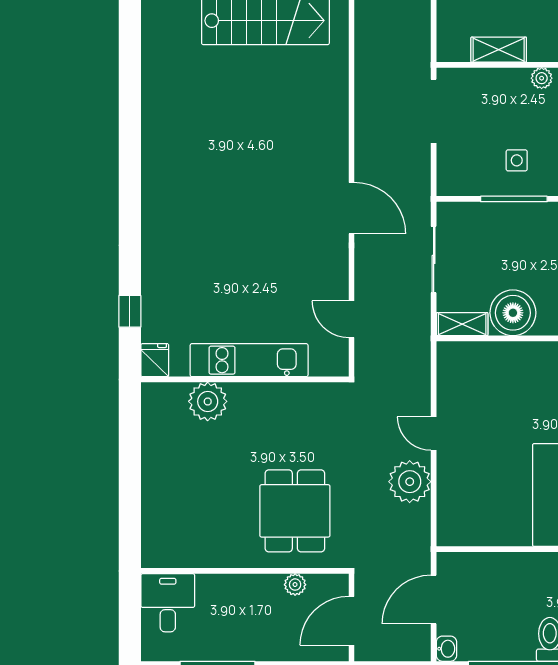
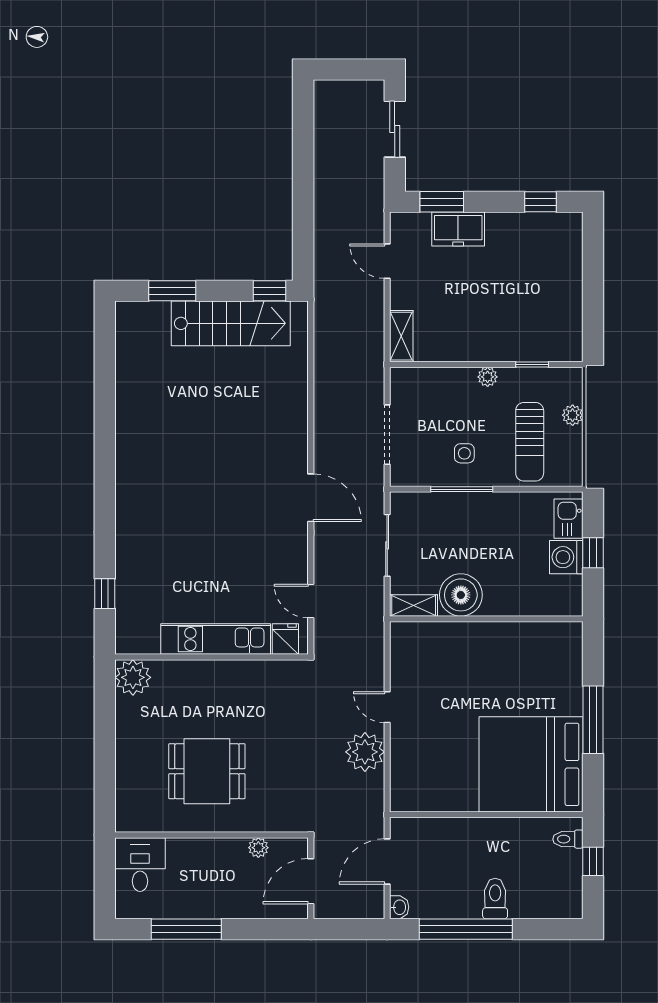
shelving: (499, 50) -> (401, 336), moved, turned 90
doorway: (434, 111) -> (387, 435), moved
fridge: (155, 360) -> (285, 639), moved
plant: (208, 401) -> (133, 677), moved
dining table: (295, 511) -> (207, 771), moved, turned 90

